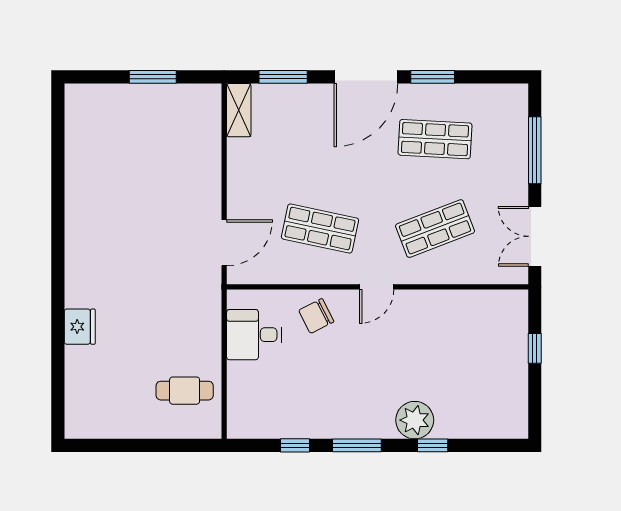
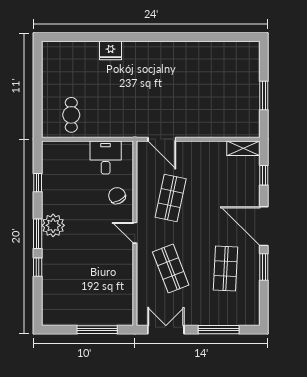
window: (283, 77) -> (264, 175), width x0.67
window: (535, 348) -> (97, 330), width x2.17
plant: (415, 420) -> (53, 225), moved
window: (357, 445) -> (38, 234), moved

